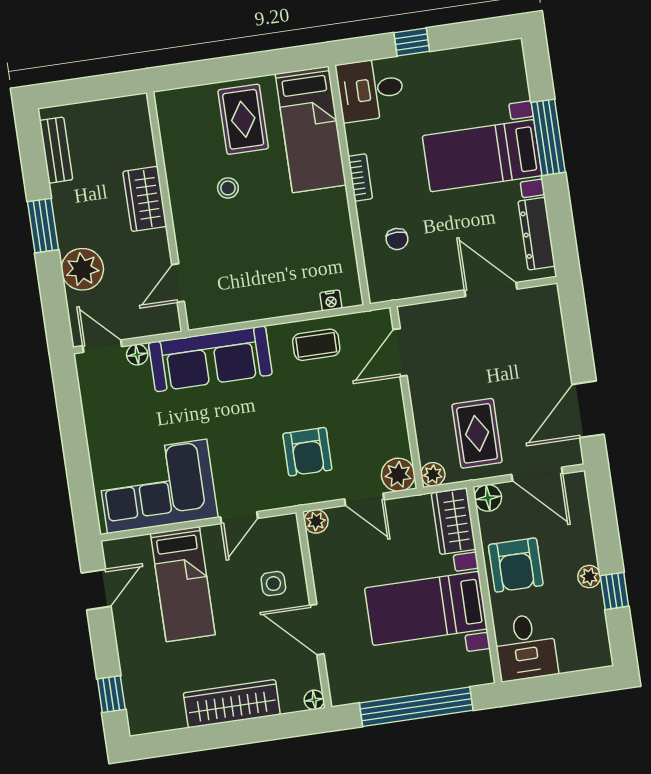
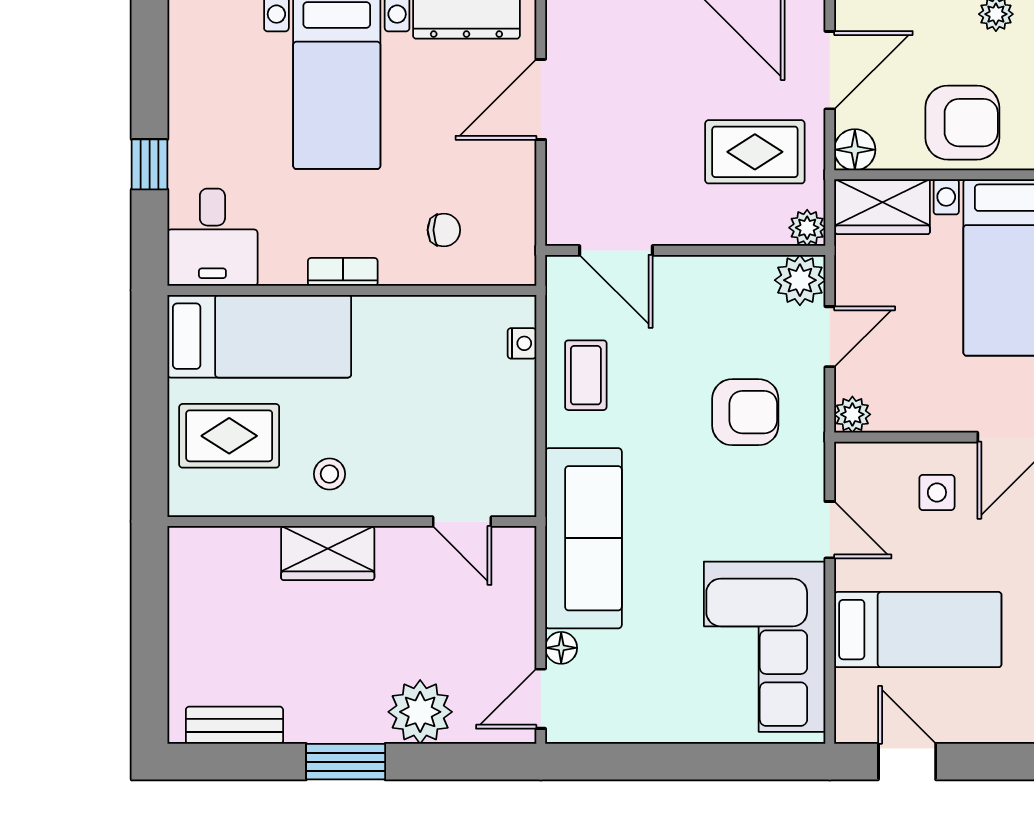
wardrobe: (145, 199) -> (328, 553), moved
wall: (168, 212) -> (352, 522), moved
door: (178, 283) -> (462, 522), moved

